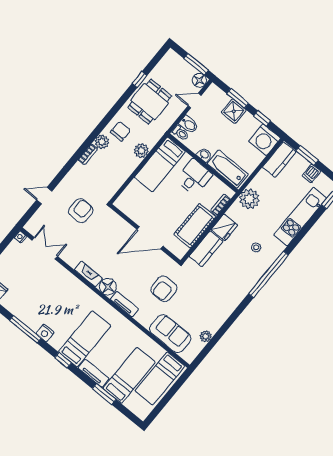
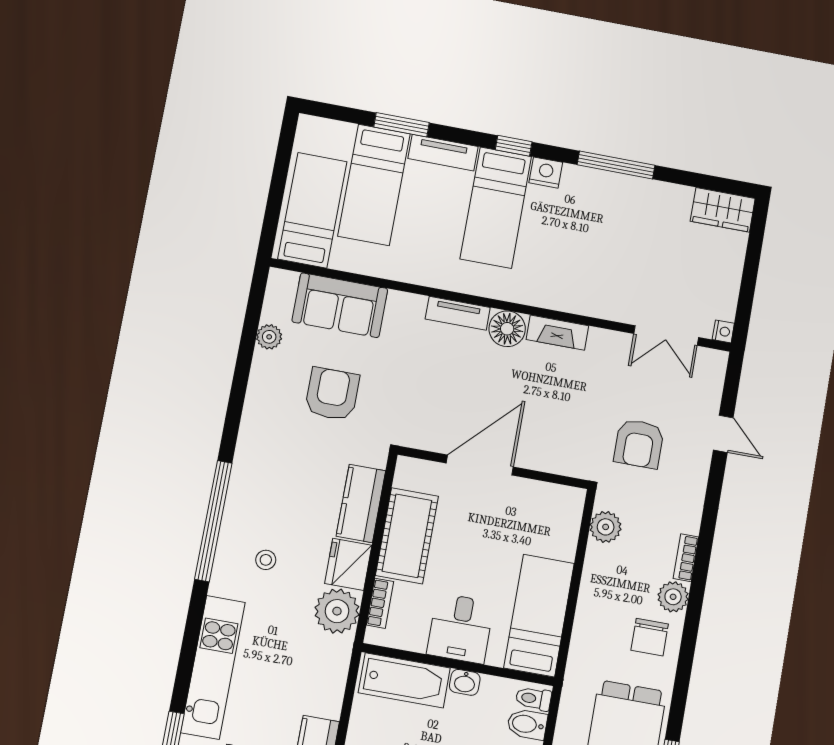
plant: (141, 151) -> (606, 527), moved
door: (44, 196) -> (723, 434), hinge flipped
plant: (249, 199) -> (337, 611), moved
armchair: (164, 289) -> (332, 394), moved
nightstand: (45, 333) -> (546, 173), moved

